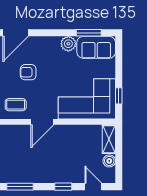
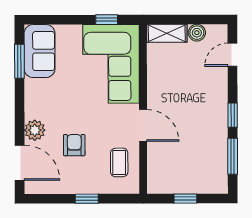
plant: (68, 44) -> (35, 130), moved
armchair: (28, 72) -> (74, 145), turned 180
window: (63, 187) -> (233, 115), moved

